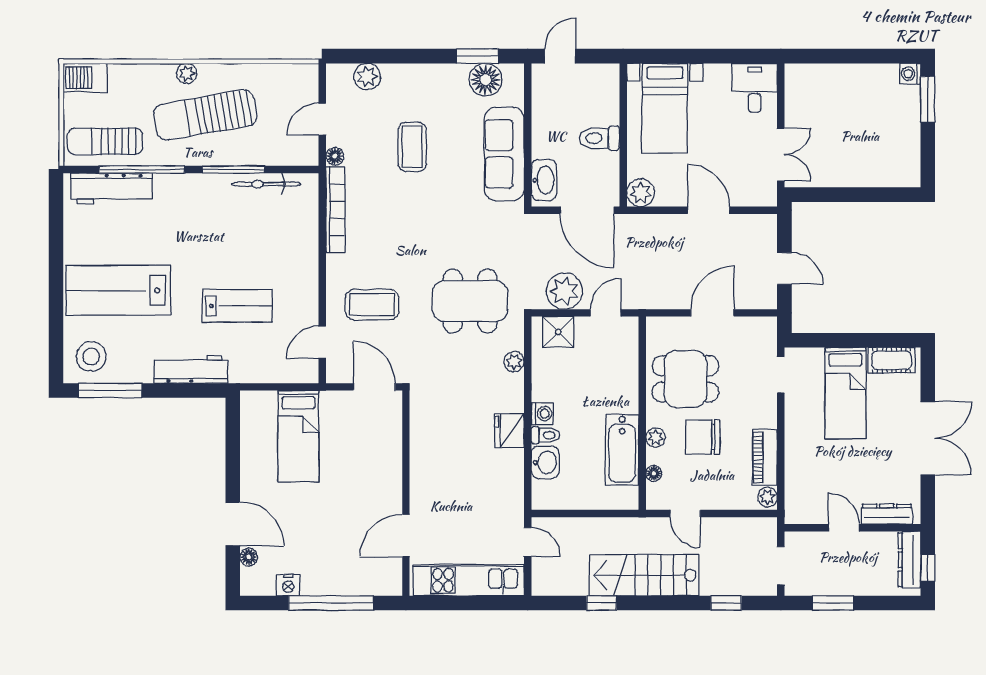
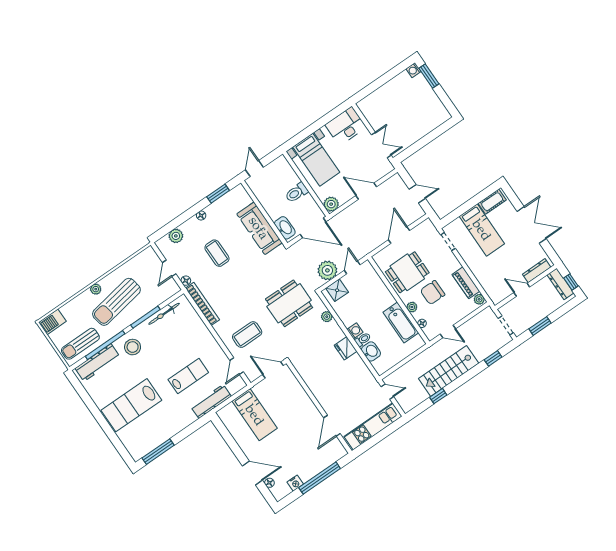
floor lamp: (486, 80) -> (201, 216), moved, width x0.53, depth x0.53
desk: (755, 88) -> (346, 126), width x1.37
stool: (91, 357) -> (133, 347), moved
workbench: (191, 369) -> (211, 401), moved

